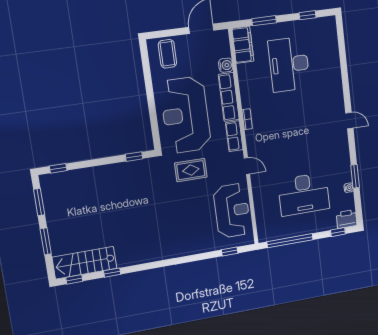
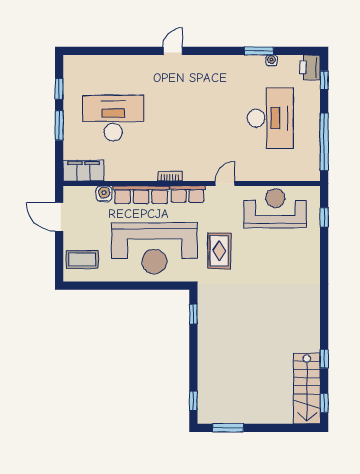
window: (264, 21) -> (59, 125), moved
desk: (289, 64) -> (113, 118), turned 180
door: (349, 121) -> (173, 51), moved
window: (46, 241) -> (274, 428), removed

